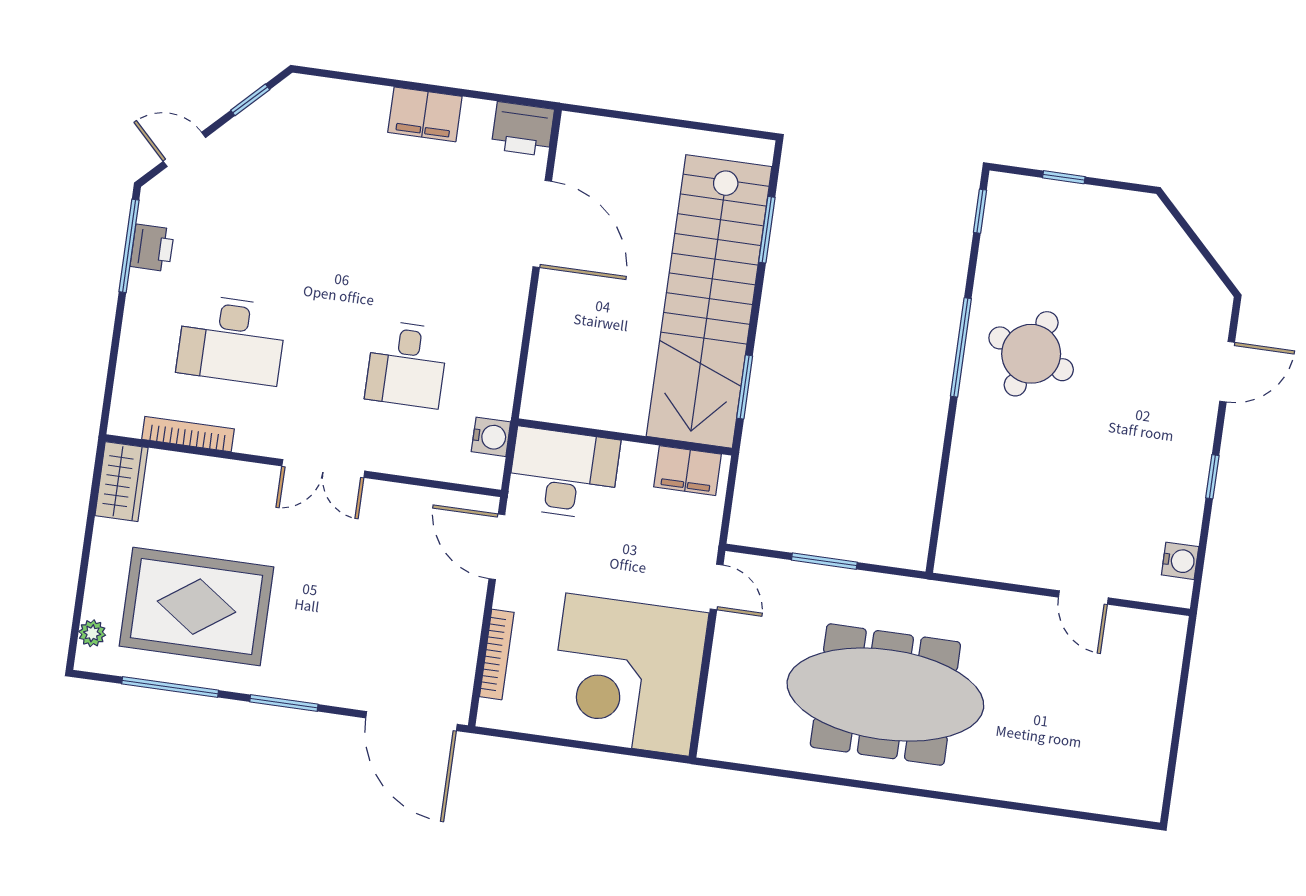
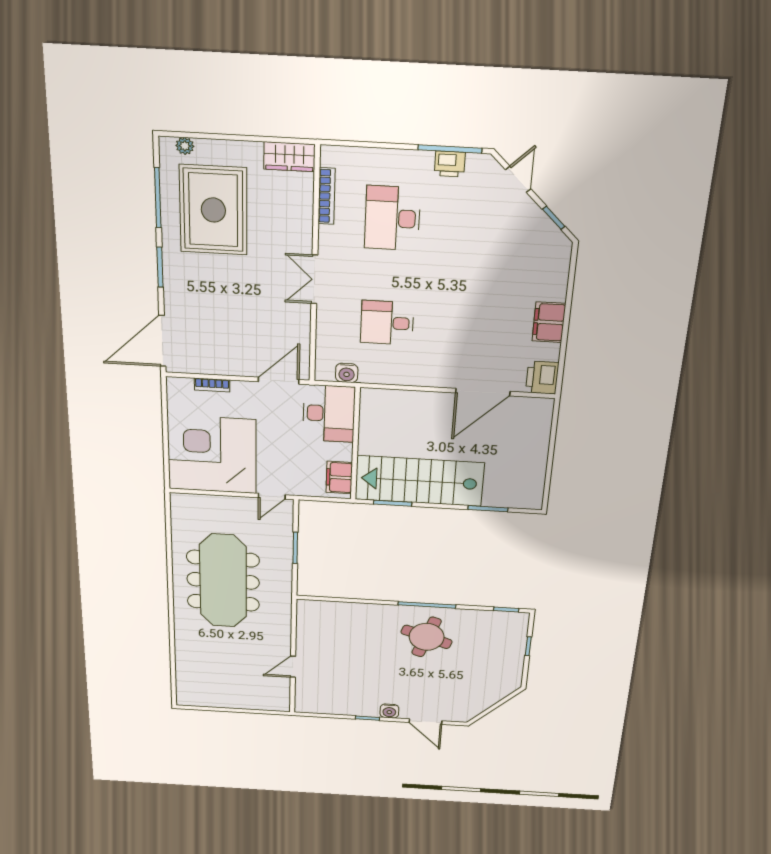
stairs: (709, 301) -> (419, 481), width x0.73
water cooler: (1180, 561) -> (389, 711), moved
bookcase: (497, 654) -> (212, 385), width x0.64

